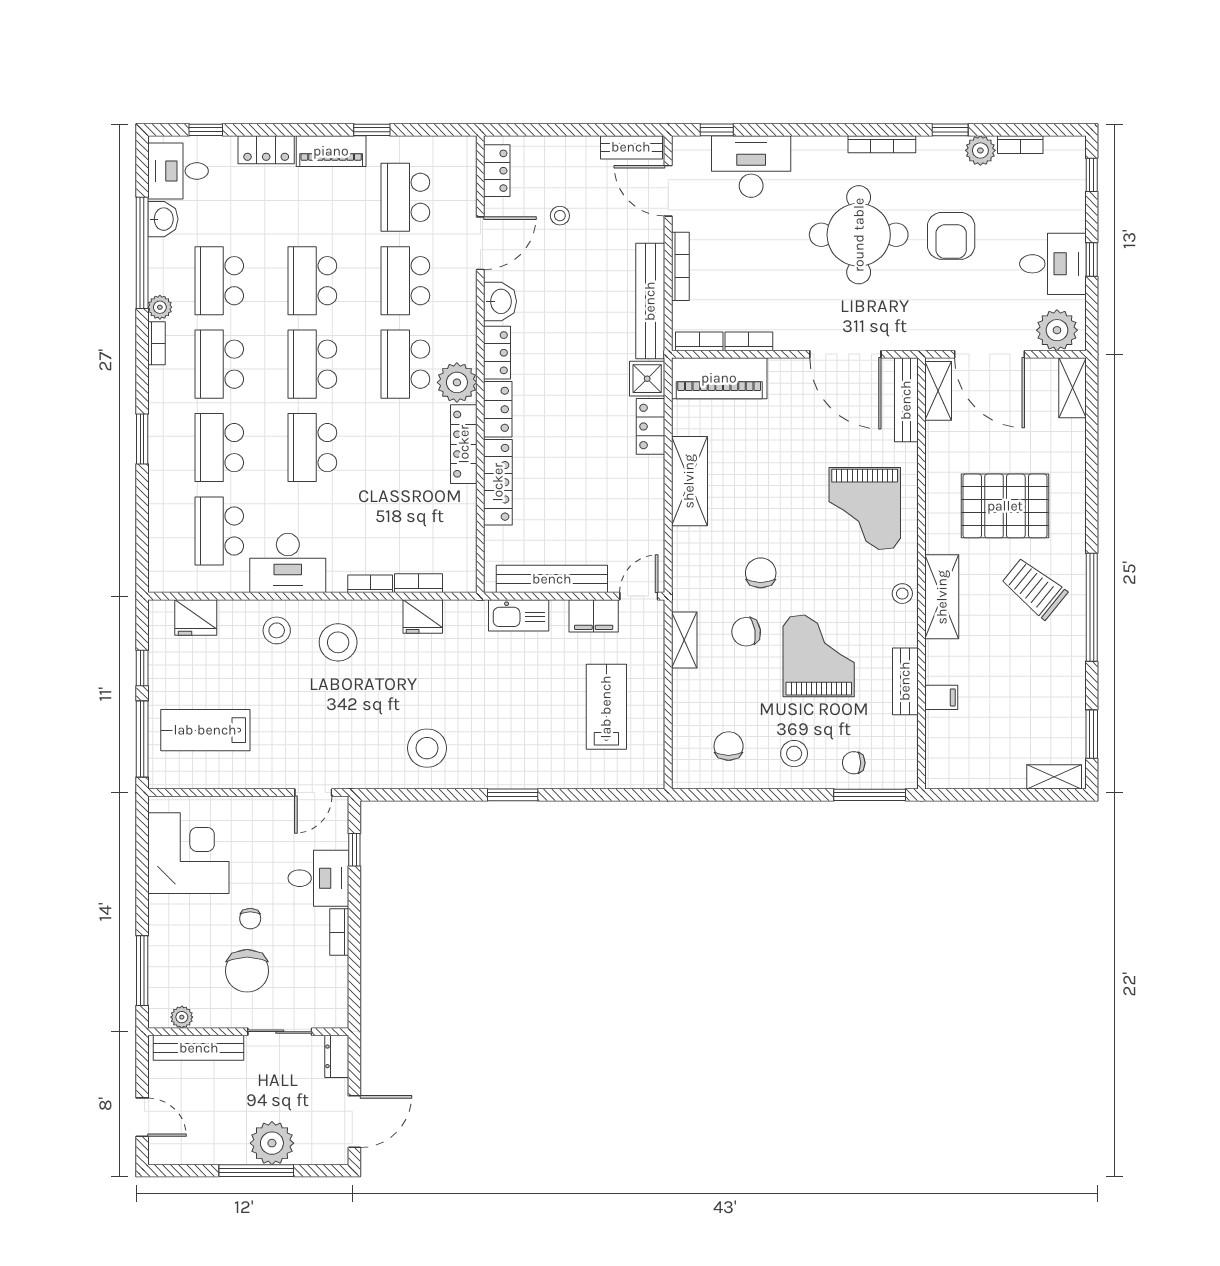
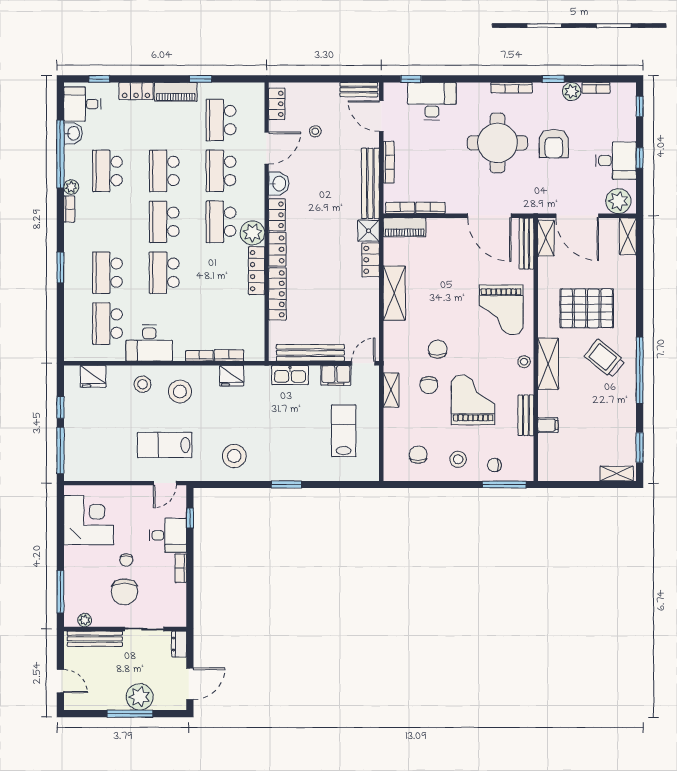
school desk: (219, 364) -> (107, 222), removed
piano: (719, 378) -> (405, 227), width x0.73, depth x0.75
chair: (746, 632) -> (429, 385), turned -81
lab bench: (205, 730) -> (165, 445), moved

